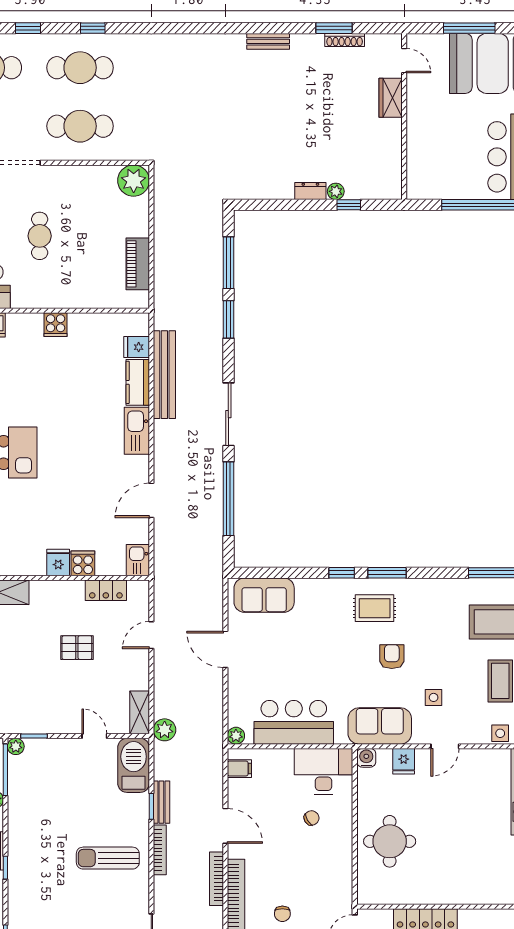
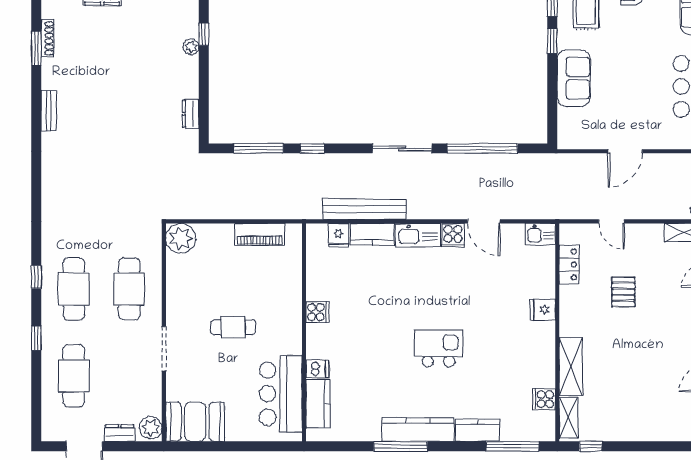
dresser: (310, 191) -> (191, 114), moved
window: (228, 319) -> (312, 148), width x0.67
cooker: (83, 563) -> (453, 235), moved, turned -90
sofa: (264, 595) -> (574, 78), moved

